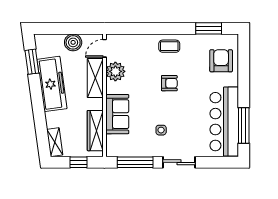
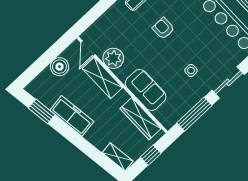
armchair: (169, 83) -> (163, 28), turned -90
freezer: (52, 84) -> (72, 116), width x0.73, depth x0.79

